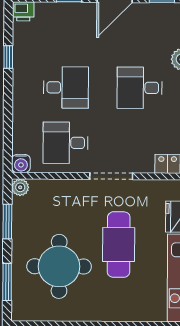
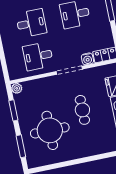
water cooler: (21, 163) -> (87, 59), moved
cafe table: (119, 245) -> (82, 110), width x0.73, depth x0.74

